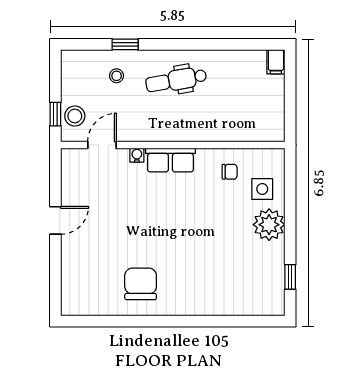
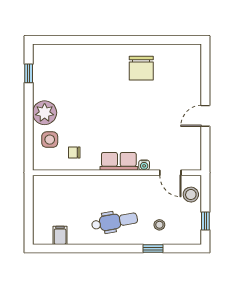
filing cabinet: (276, 62) -> (60, 235), moved
window: (55, 114) -> (205, 221), moved
door: (102, 145) -> (170, 173), hinge flipped

